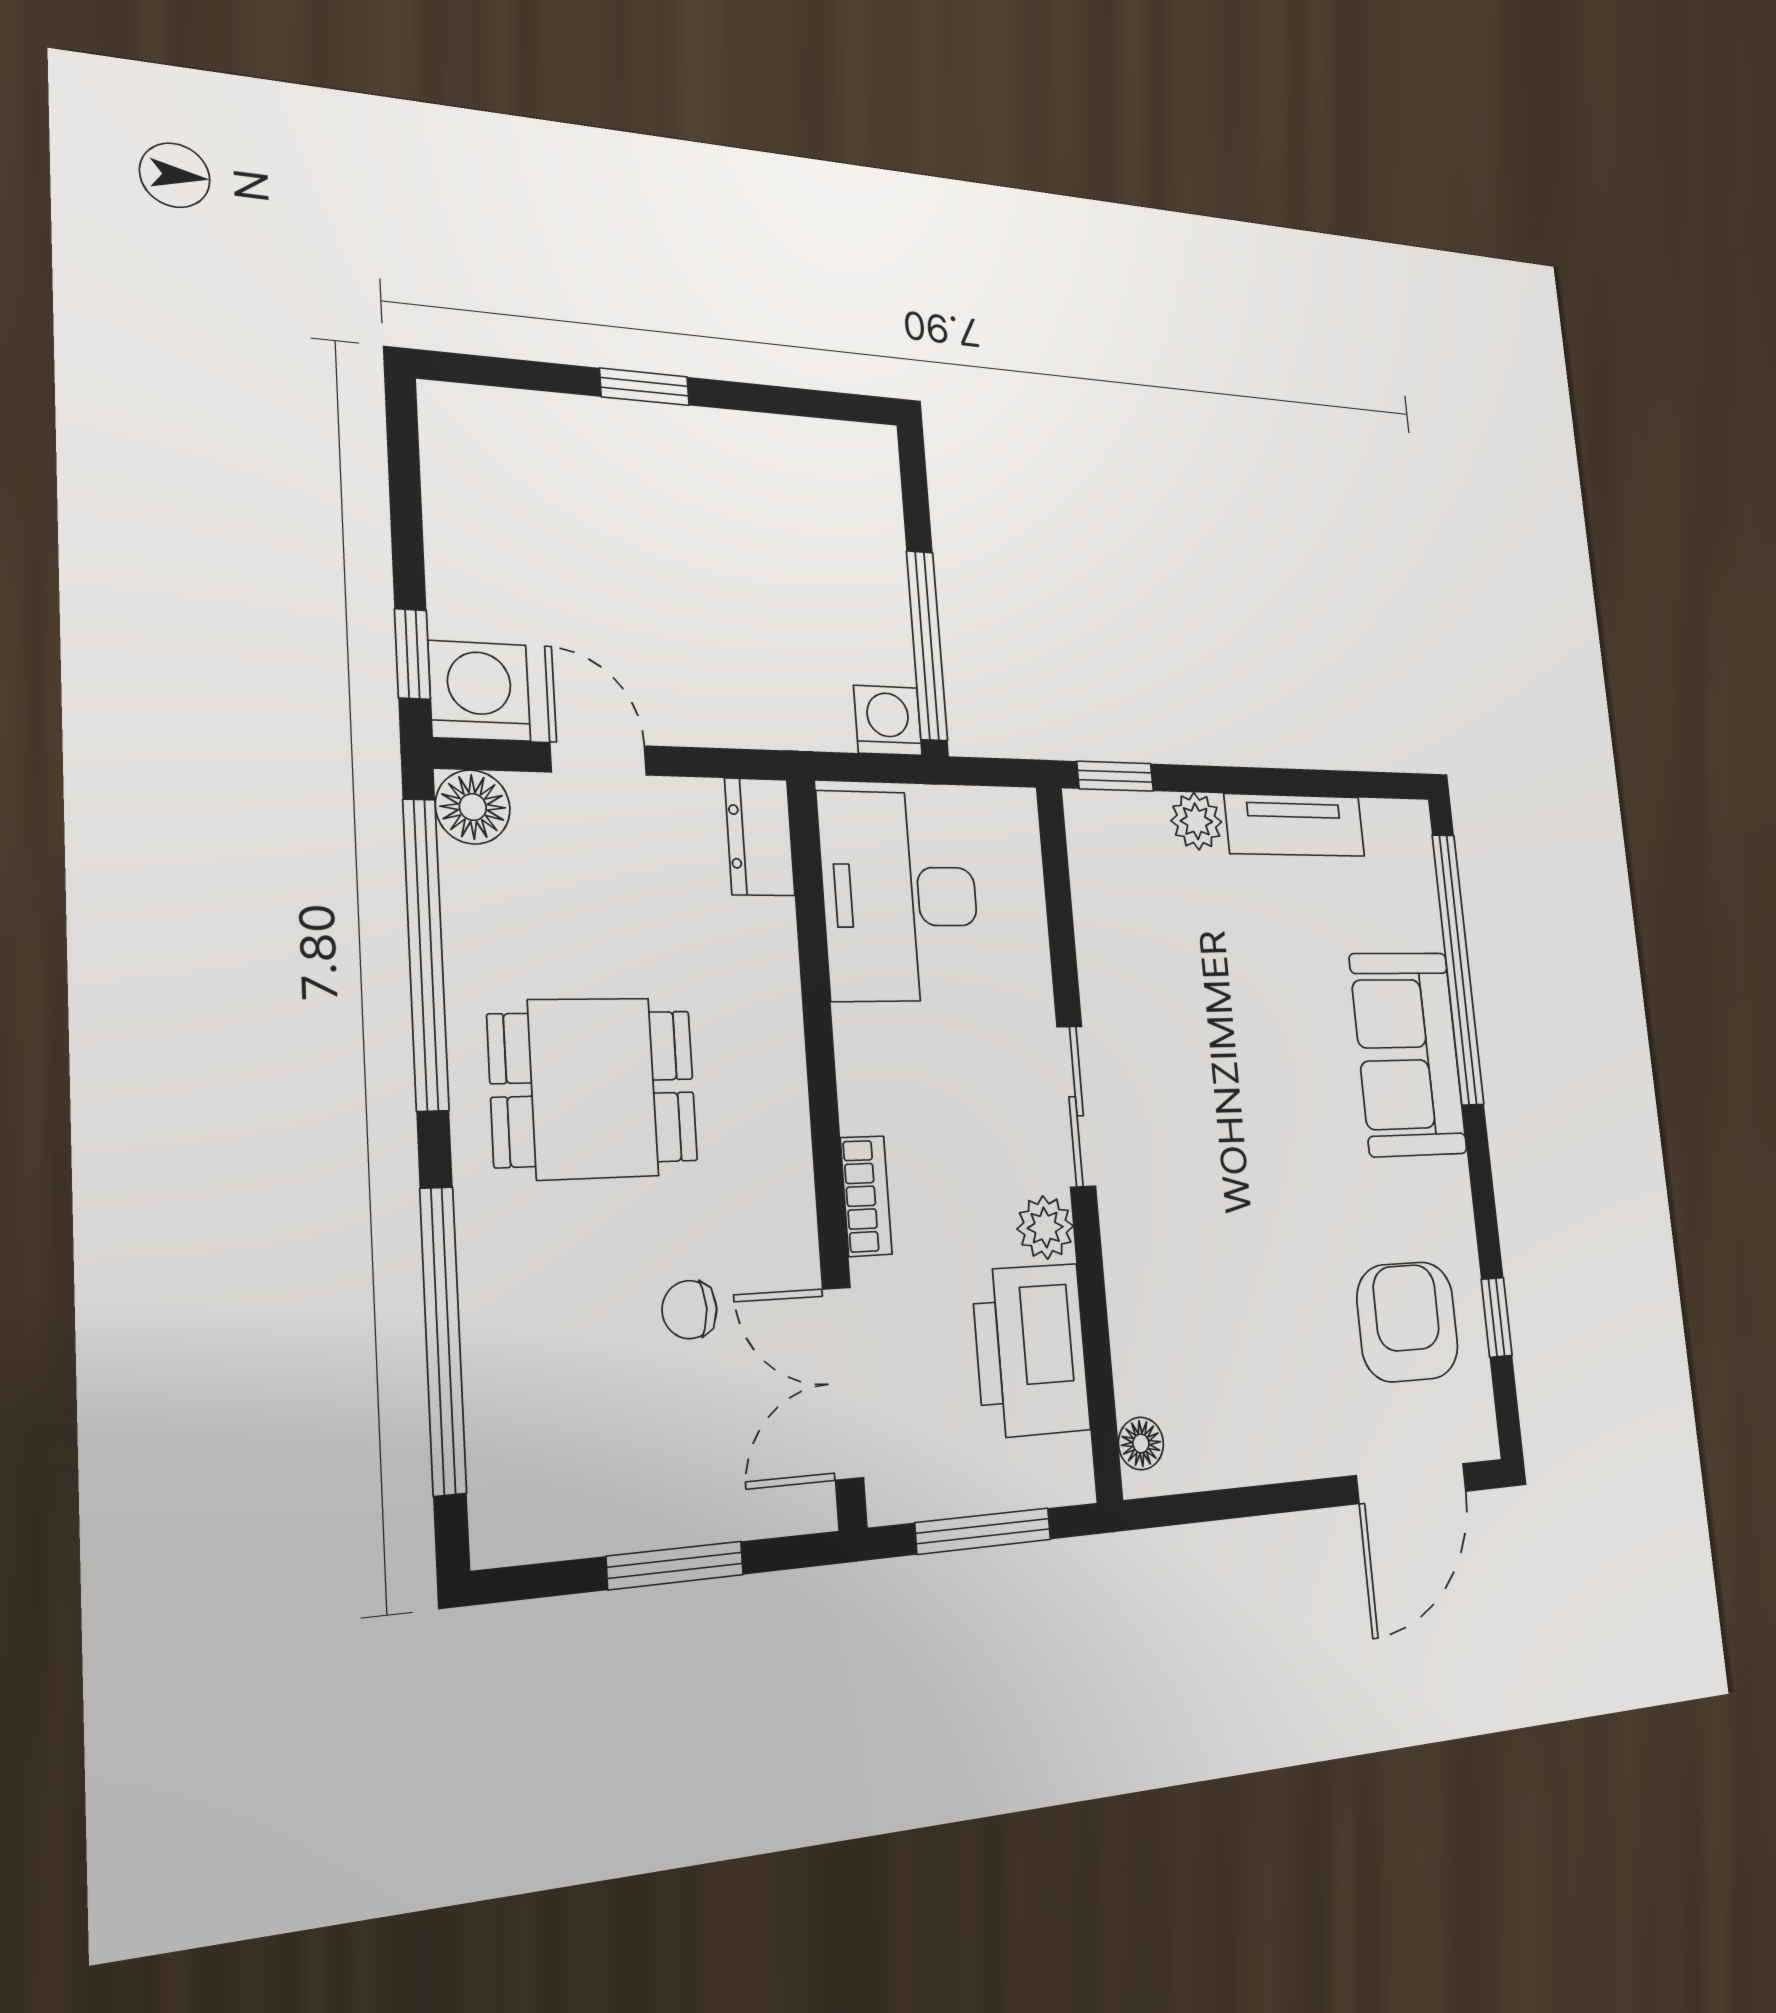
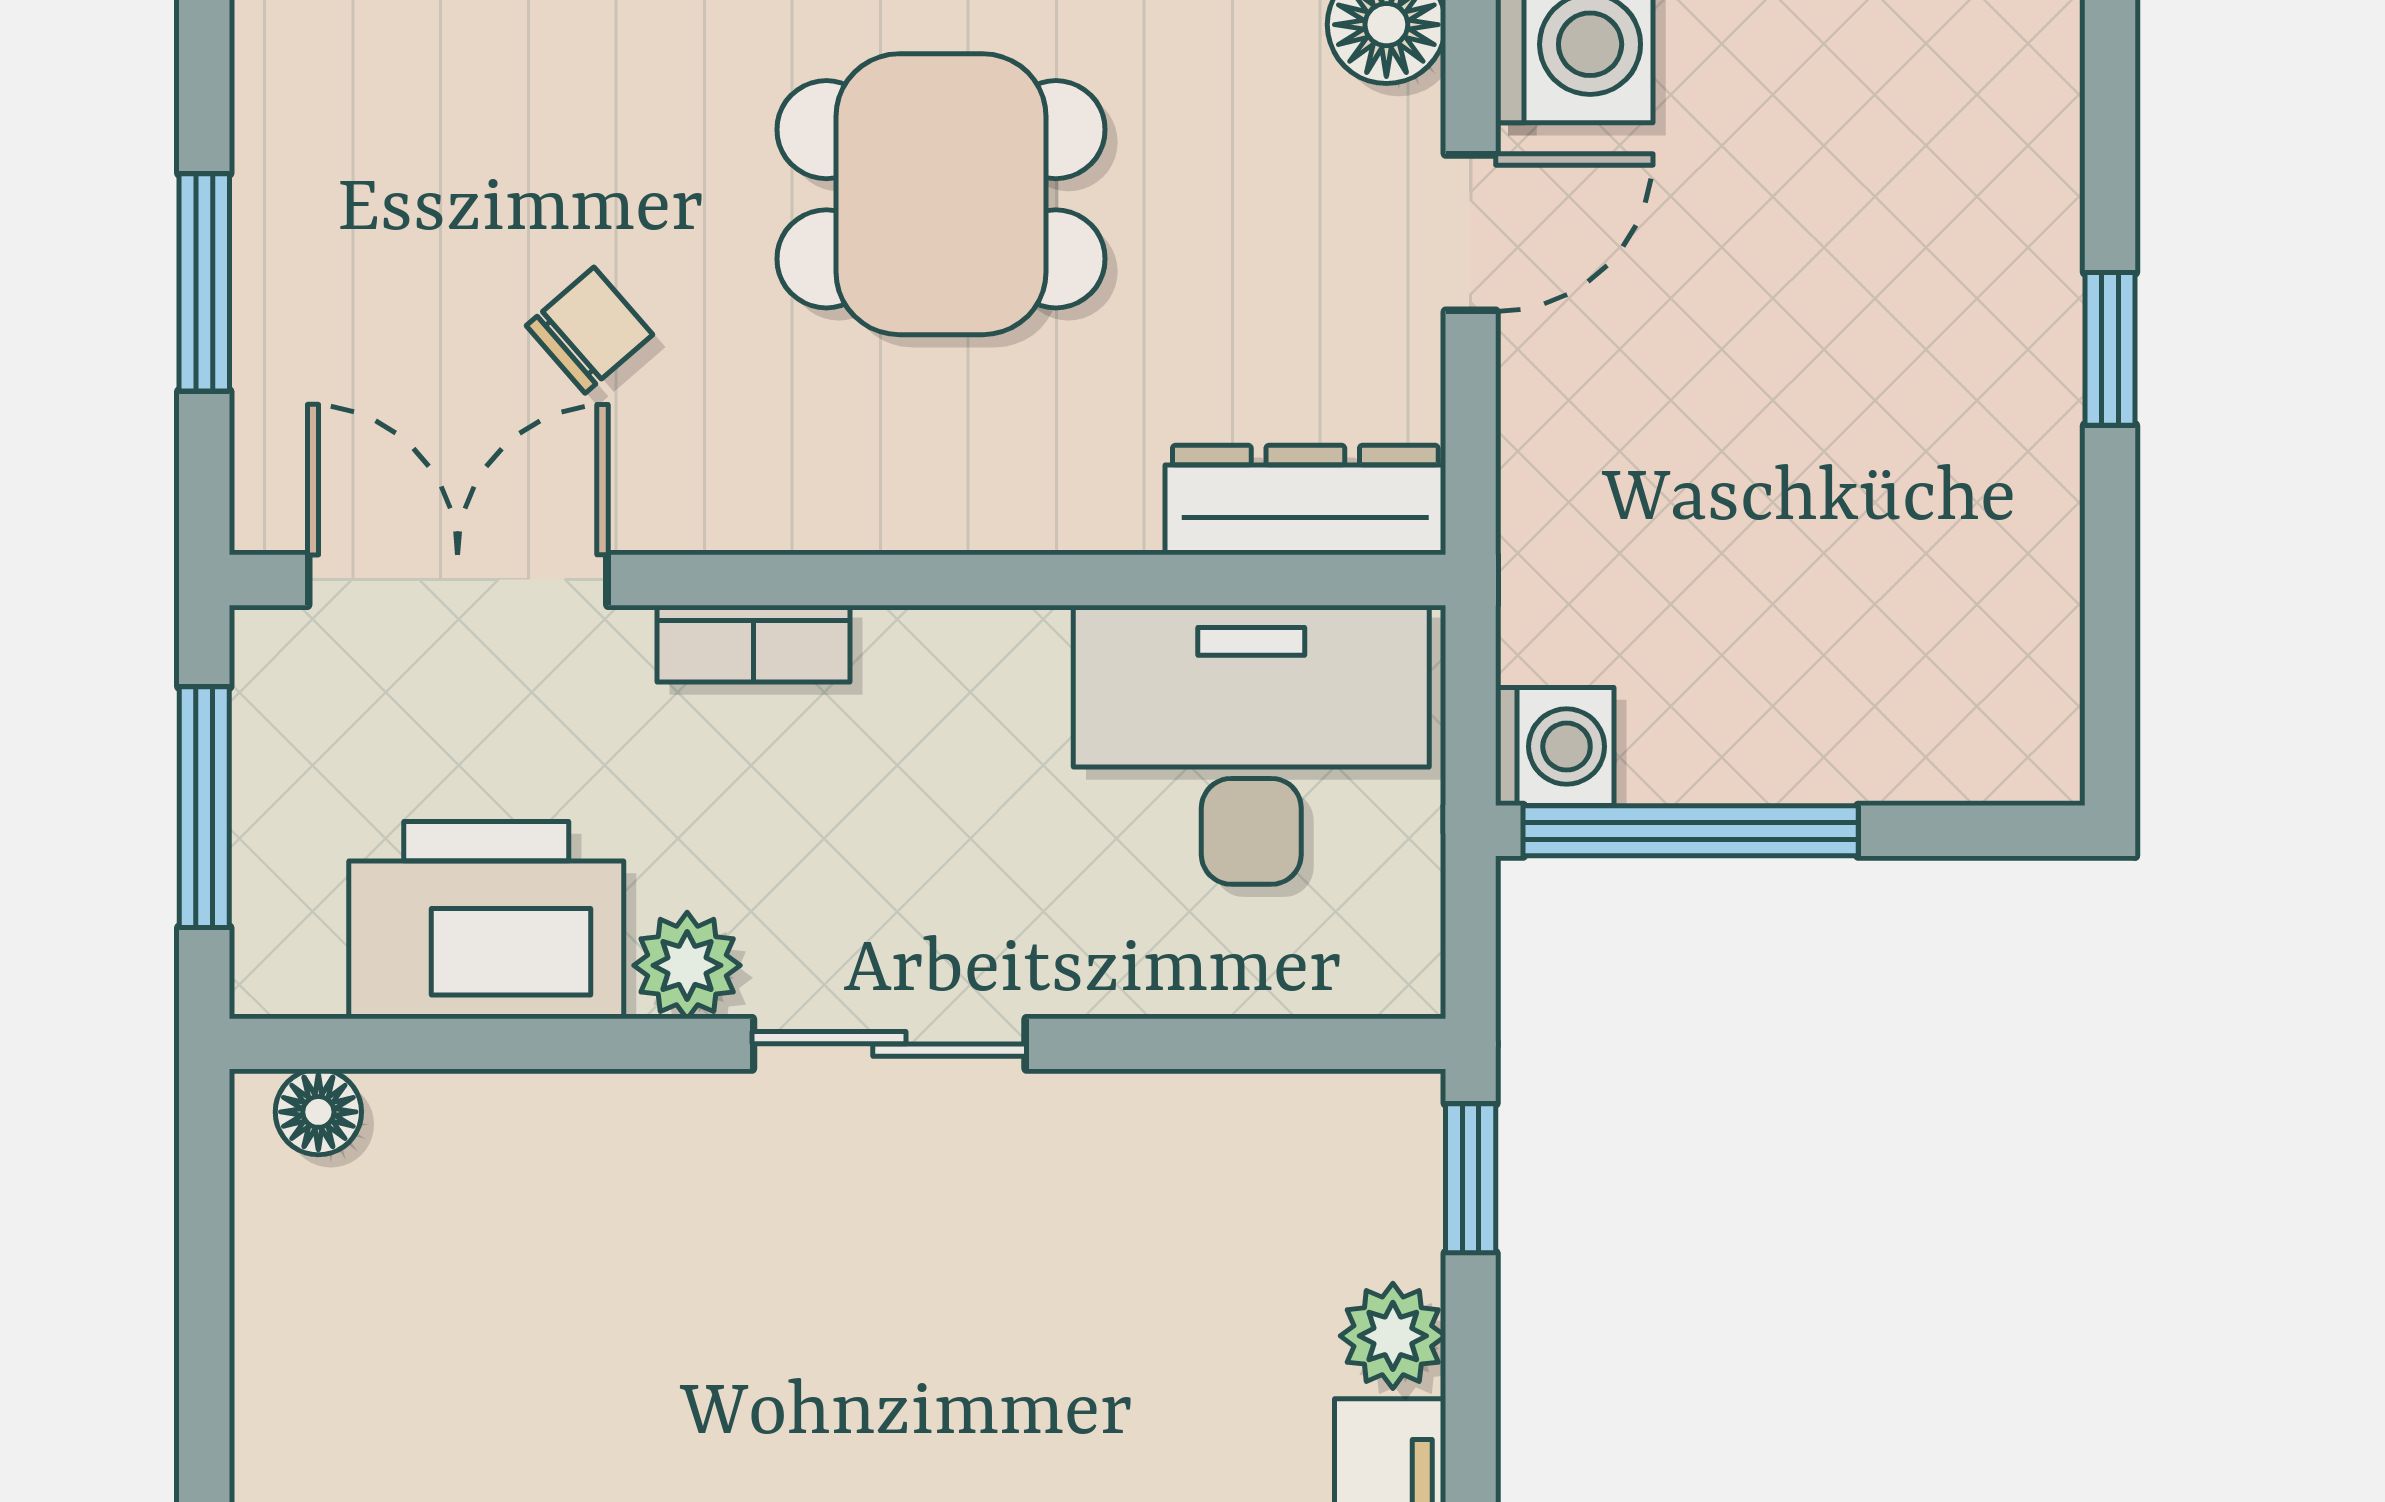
dresser: (760, 837) -> (1305, 500), width x1.44
dining table: (593, 1088) -> (941, 194), turned 90
chair: (689, 1310) -> (589, 330), turned 49

